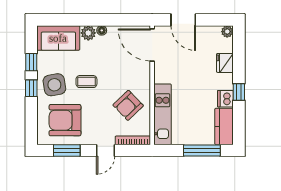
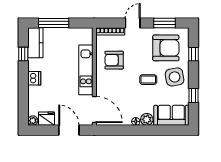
fridge: (225, 63) -> (47, 119), moved, turned -90
window: (31, 88) -> (194, 54), moved
window: (239, 92) -> (23, 54), moved
dishwasher: (225, 99) -> (34, 78), moved
armchair: (128, 105) -> (114, 60), turned -136
kitchen unit: (162, 114) -> (86, 70), moved

